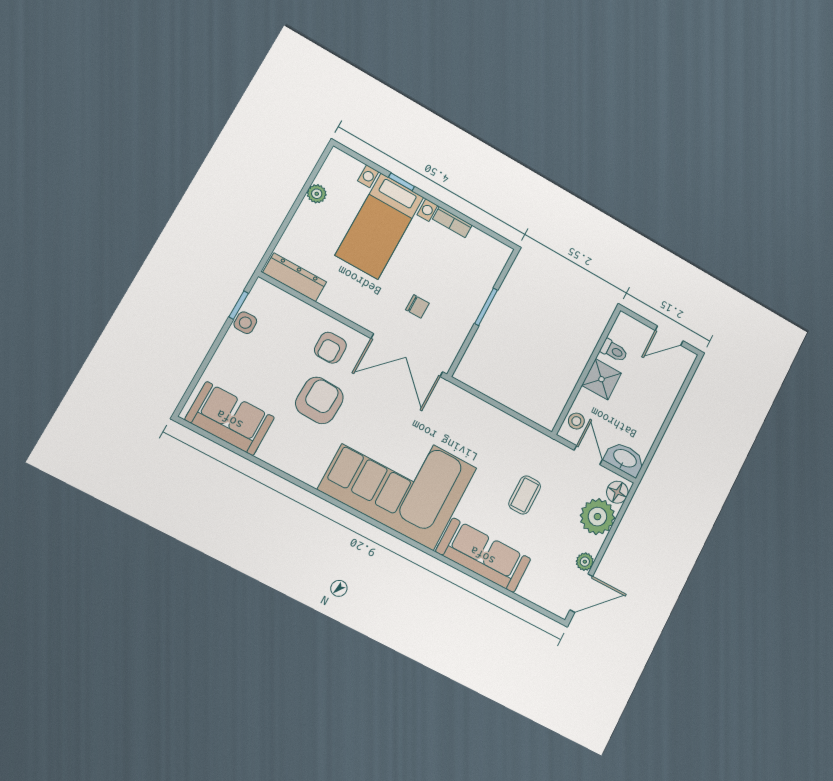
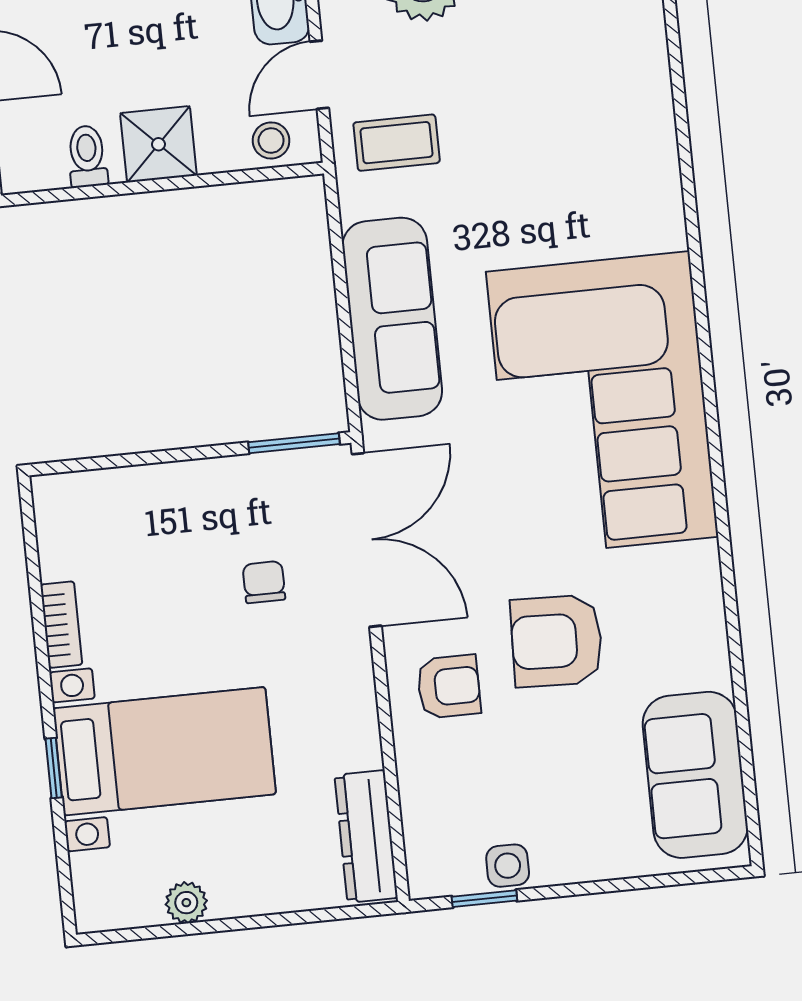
window: (486, 307) -> (294, 443), moved
coffee table: (525, 495) -> (397, 143), moved
sofa: (483, 555) -> (392, 319), moved, turned 180

